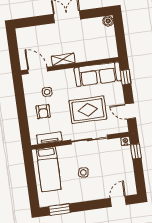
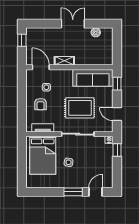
boiler: (108, 21) -> (96, 32), moved
window: (12, 43) -> (22, 40), added
bed: (49, 169) -> (43, 155), width x1.50
window: (59, 209) -> (73, 192), moved

